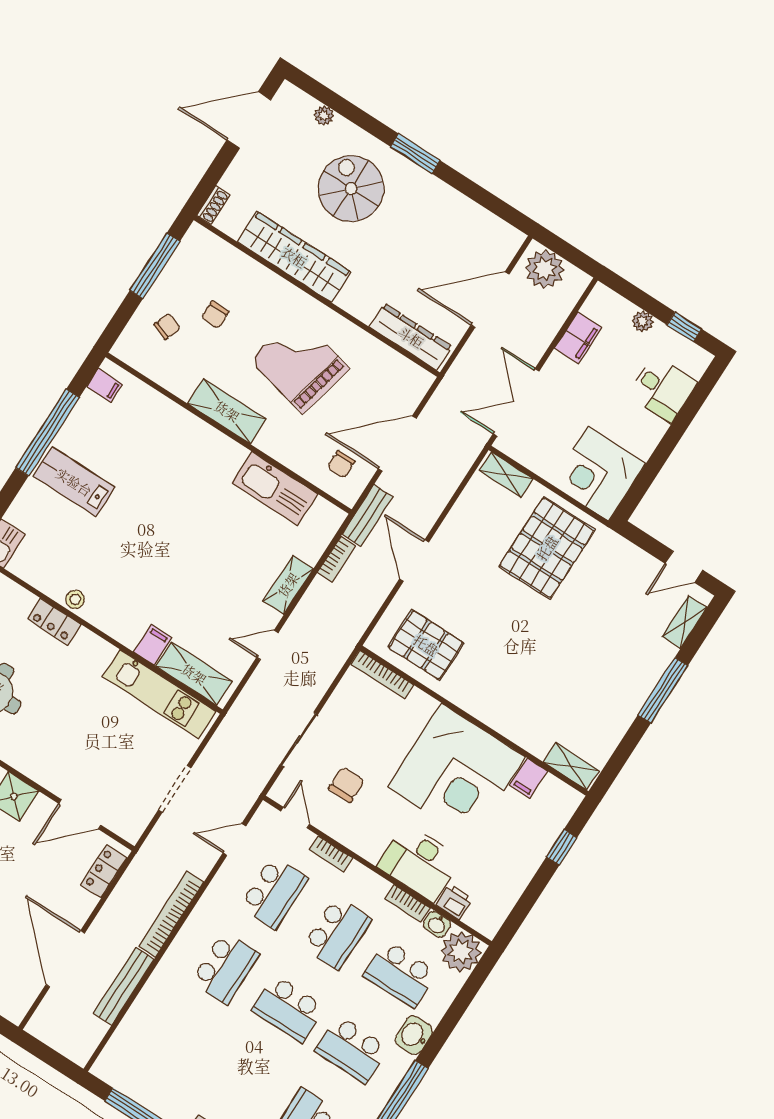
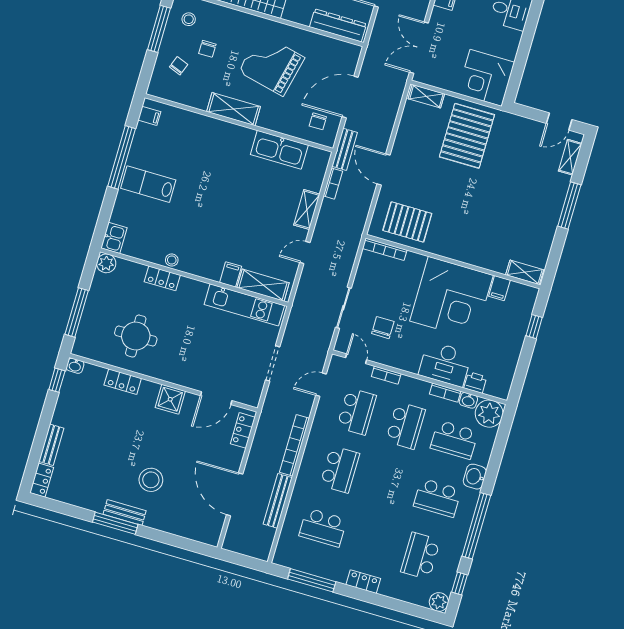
stool: (201, 265) -> (189, 19), added
school desk: (288, 1009) -> (323, 528), moved

